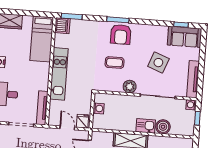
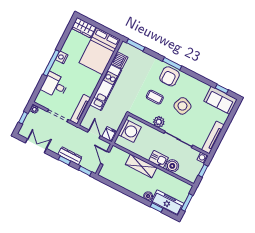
dishwasher: (62, 26) -> (119, 60), moved
bed: (42, 39) -> (100, 51), width x1.50
side table: (158, 63) -> (182, 106), moved
washing machine: (99, 108) -> (130, 131), width x1.89, depth x1.89

